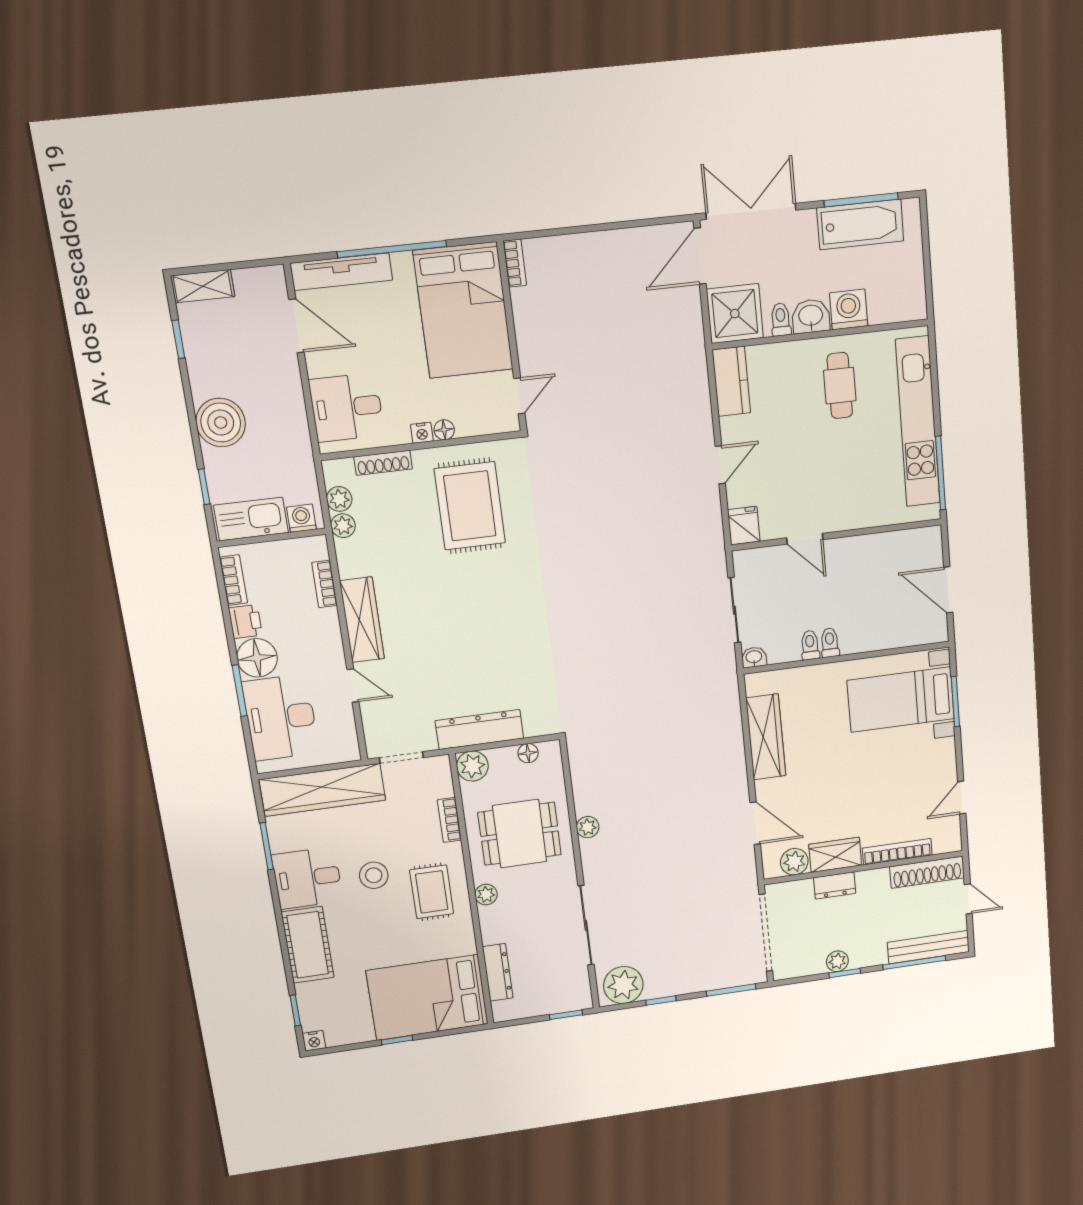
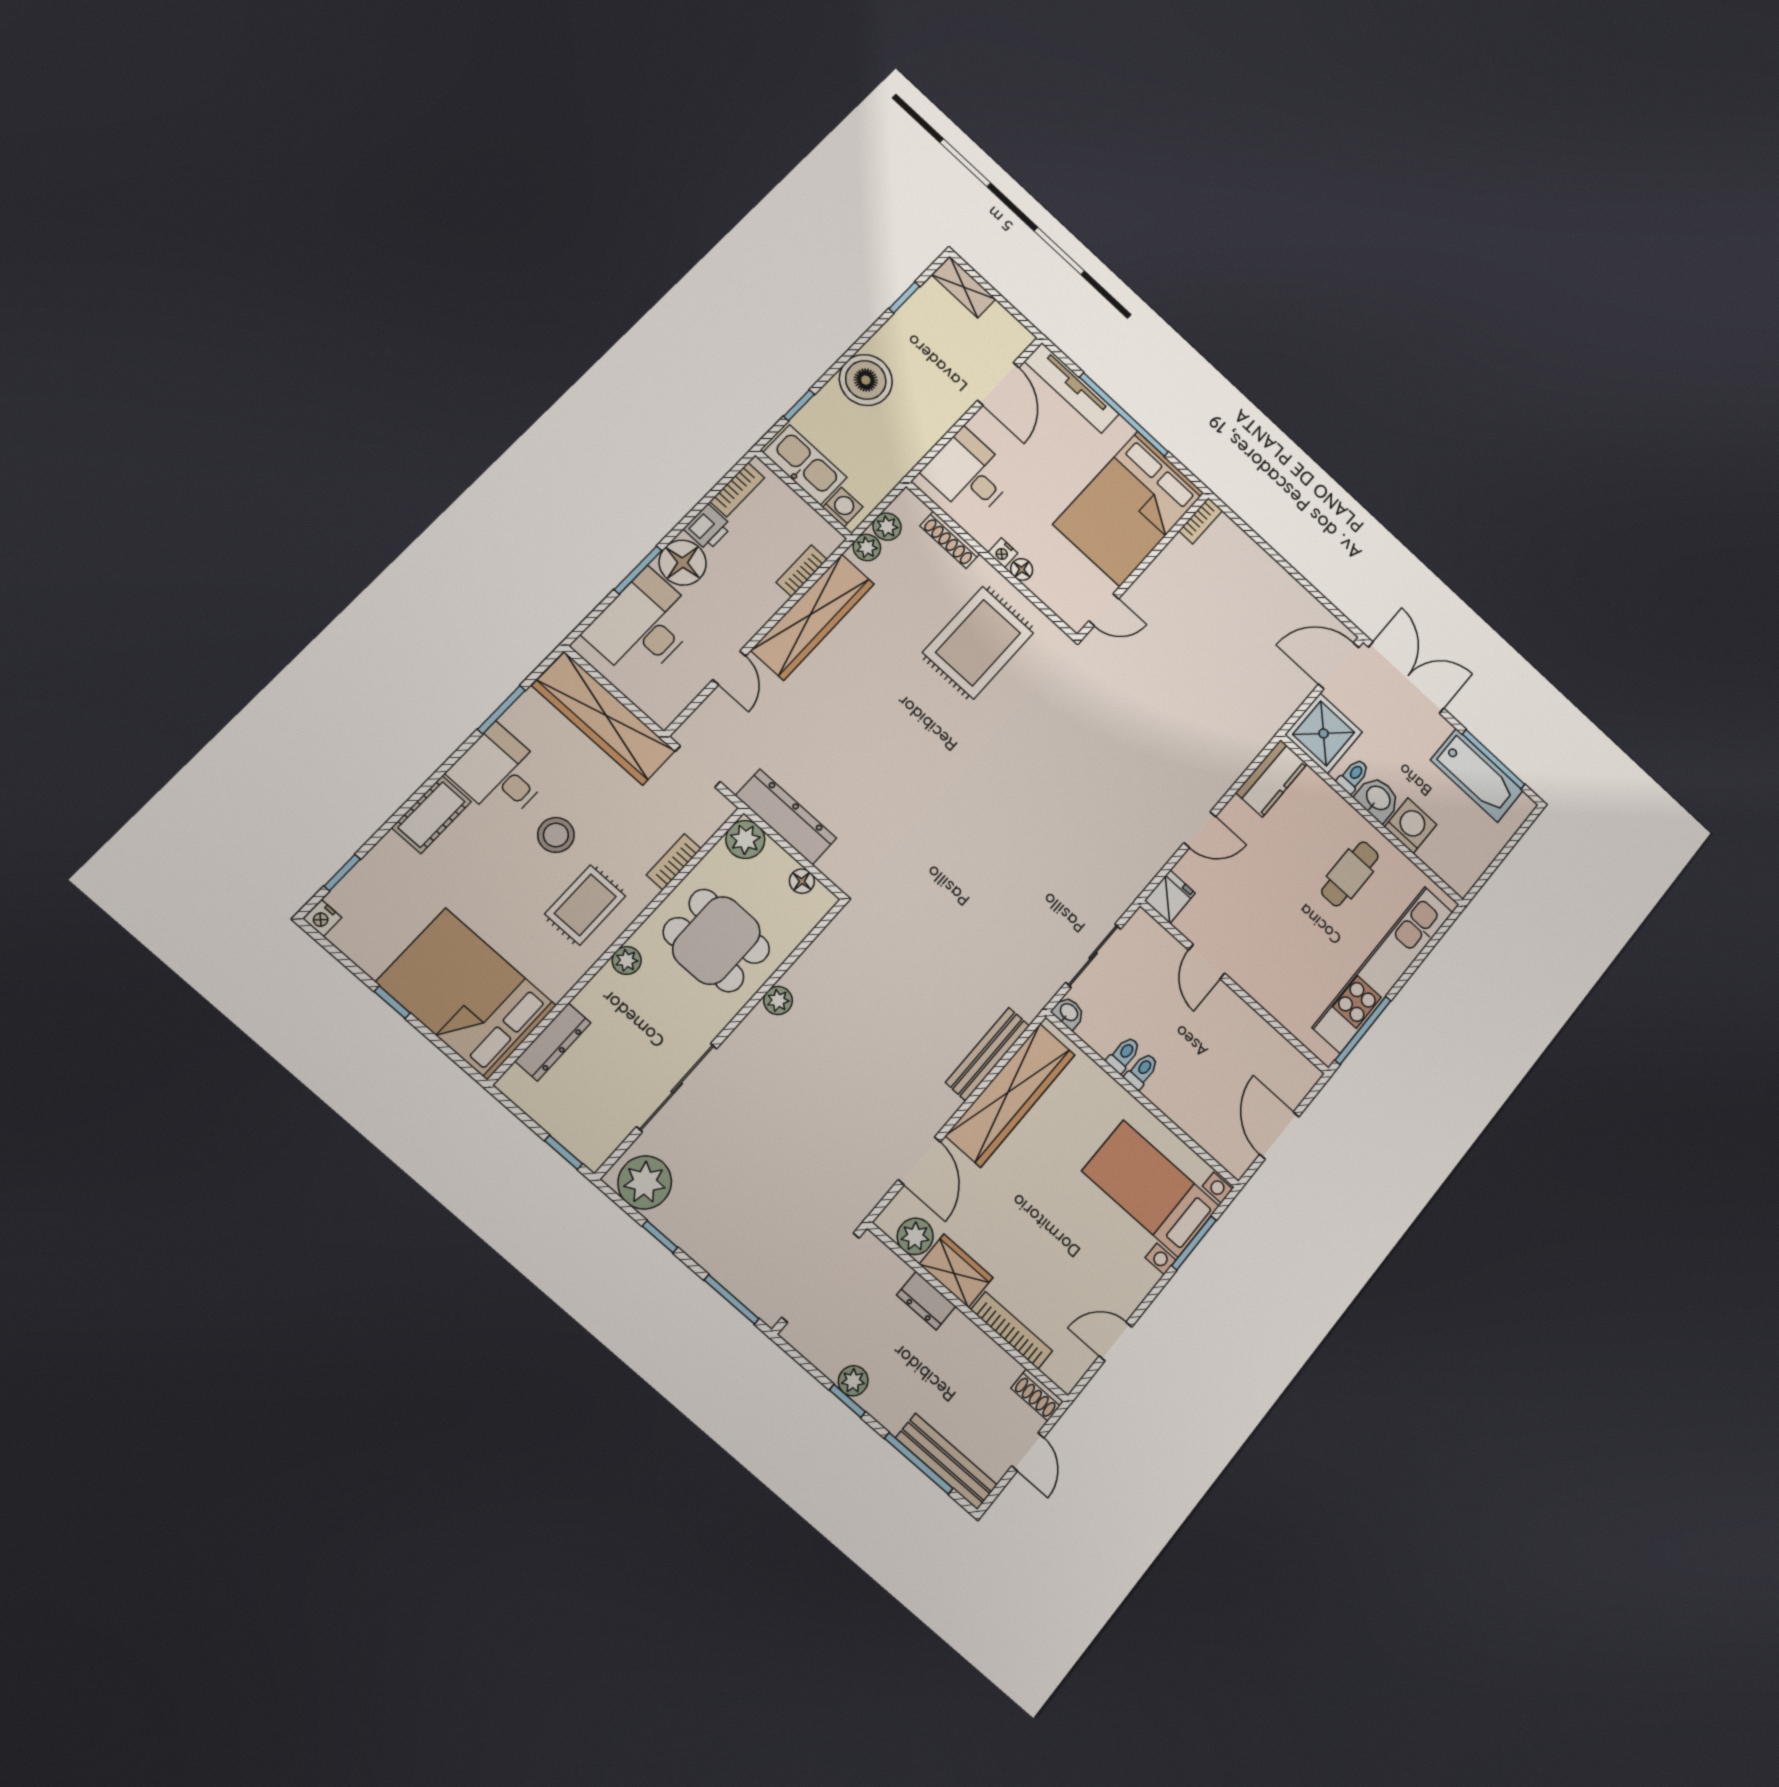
wardrobe: (362, 620) -> (813, 617), width x1.40, depth x1.17
bench: (732, 729) -> (987, 1054), added
wardrobe: (766, 737) -> (1011, 1095), width x1.40, depth x1.17
shoe rack: (927, 872) -> (1037, 1395), width x0.51, depth x0.81
cot: (308, 945) -> (431, 815), width x0.73, depth x0.75

